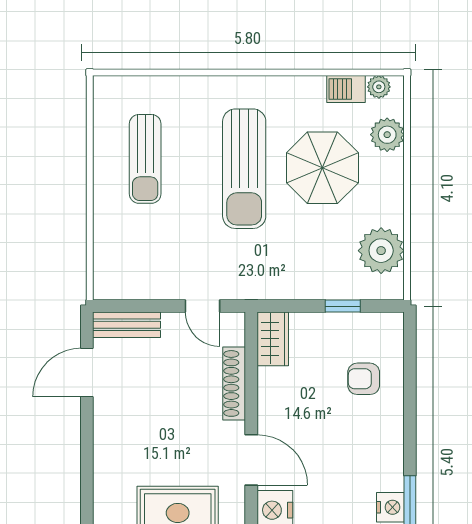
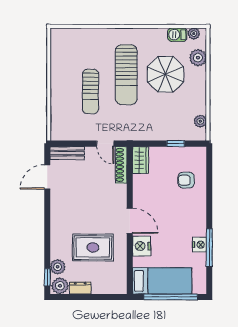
sun lounger: (145, 159) -> (90, 91), moved
plant: (381, 251) -> (200, 121), width x0.53, depth x0.53
shoe rack: (234, 383) -> (121, 165), moved

